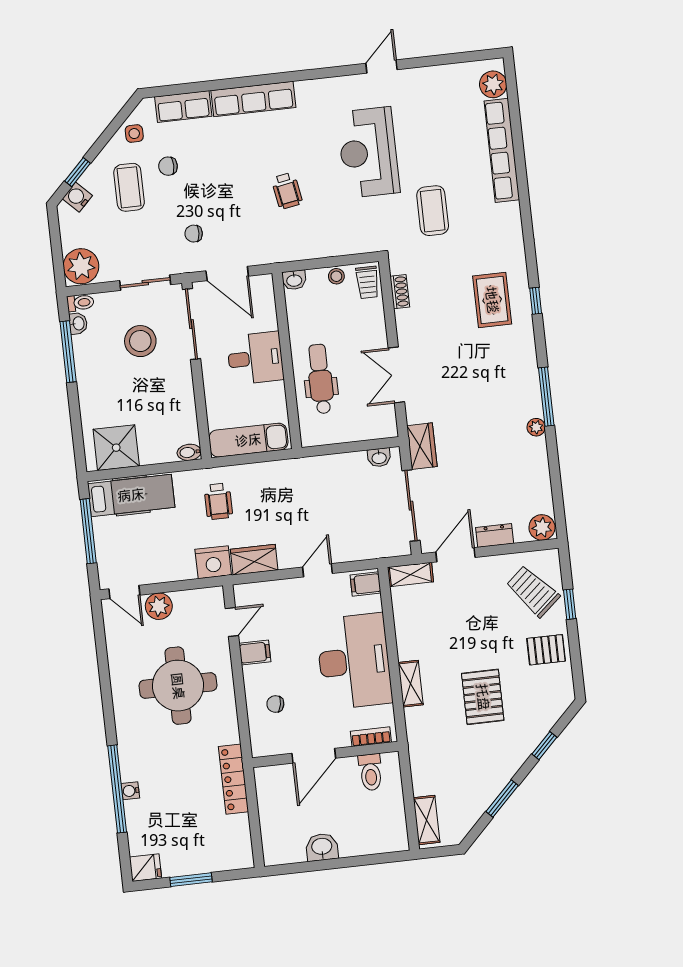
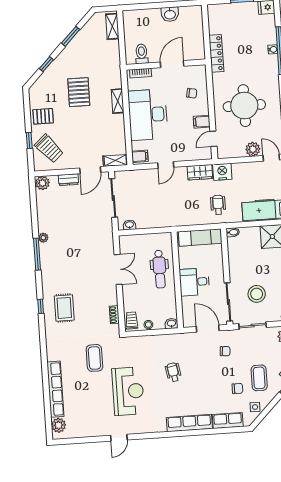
wardrobe: (422, 446) -> (106, 230), removed

